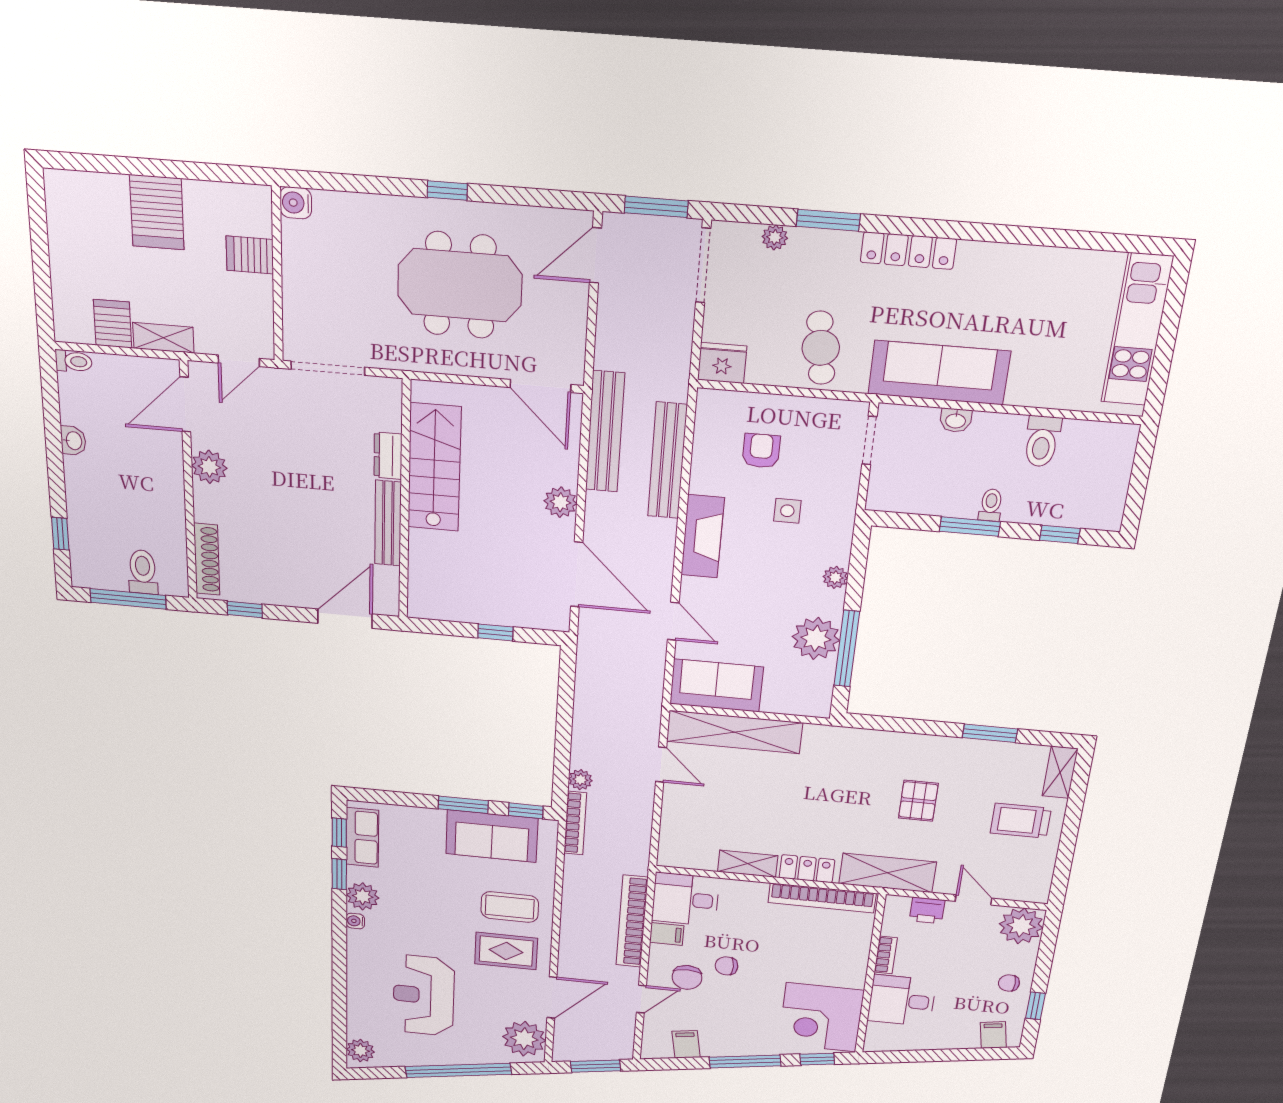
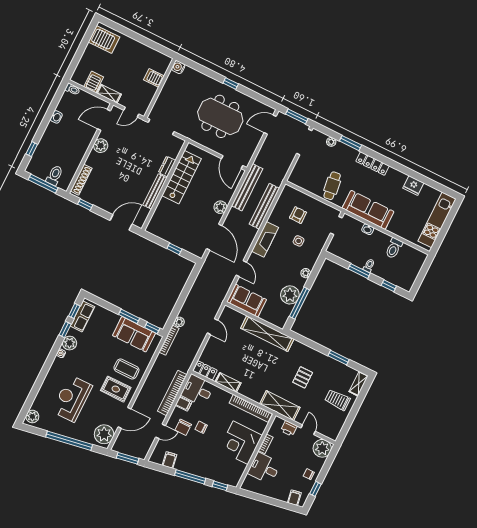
server rack: (157, 212) -> (104, 40), moved, turned -90
fridge: (722, 363) -> (413, 186), moved, turned 180
shelving: (734, 732) -> (267, 334), moved
locker: (807, 869) -> (205, 371), moved
corner desk: (821, 1017) -> (241, 443), moved

